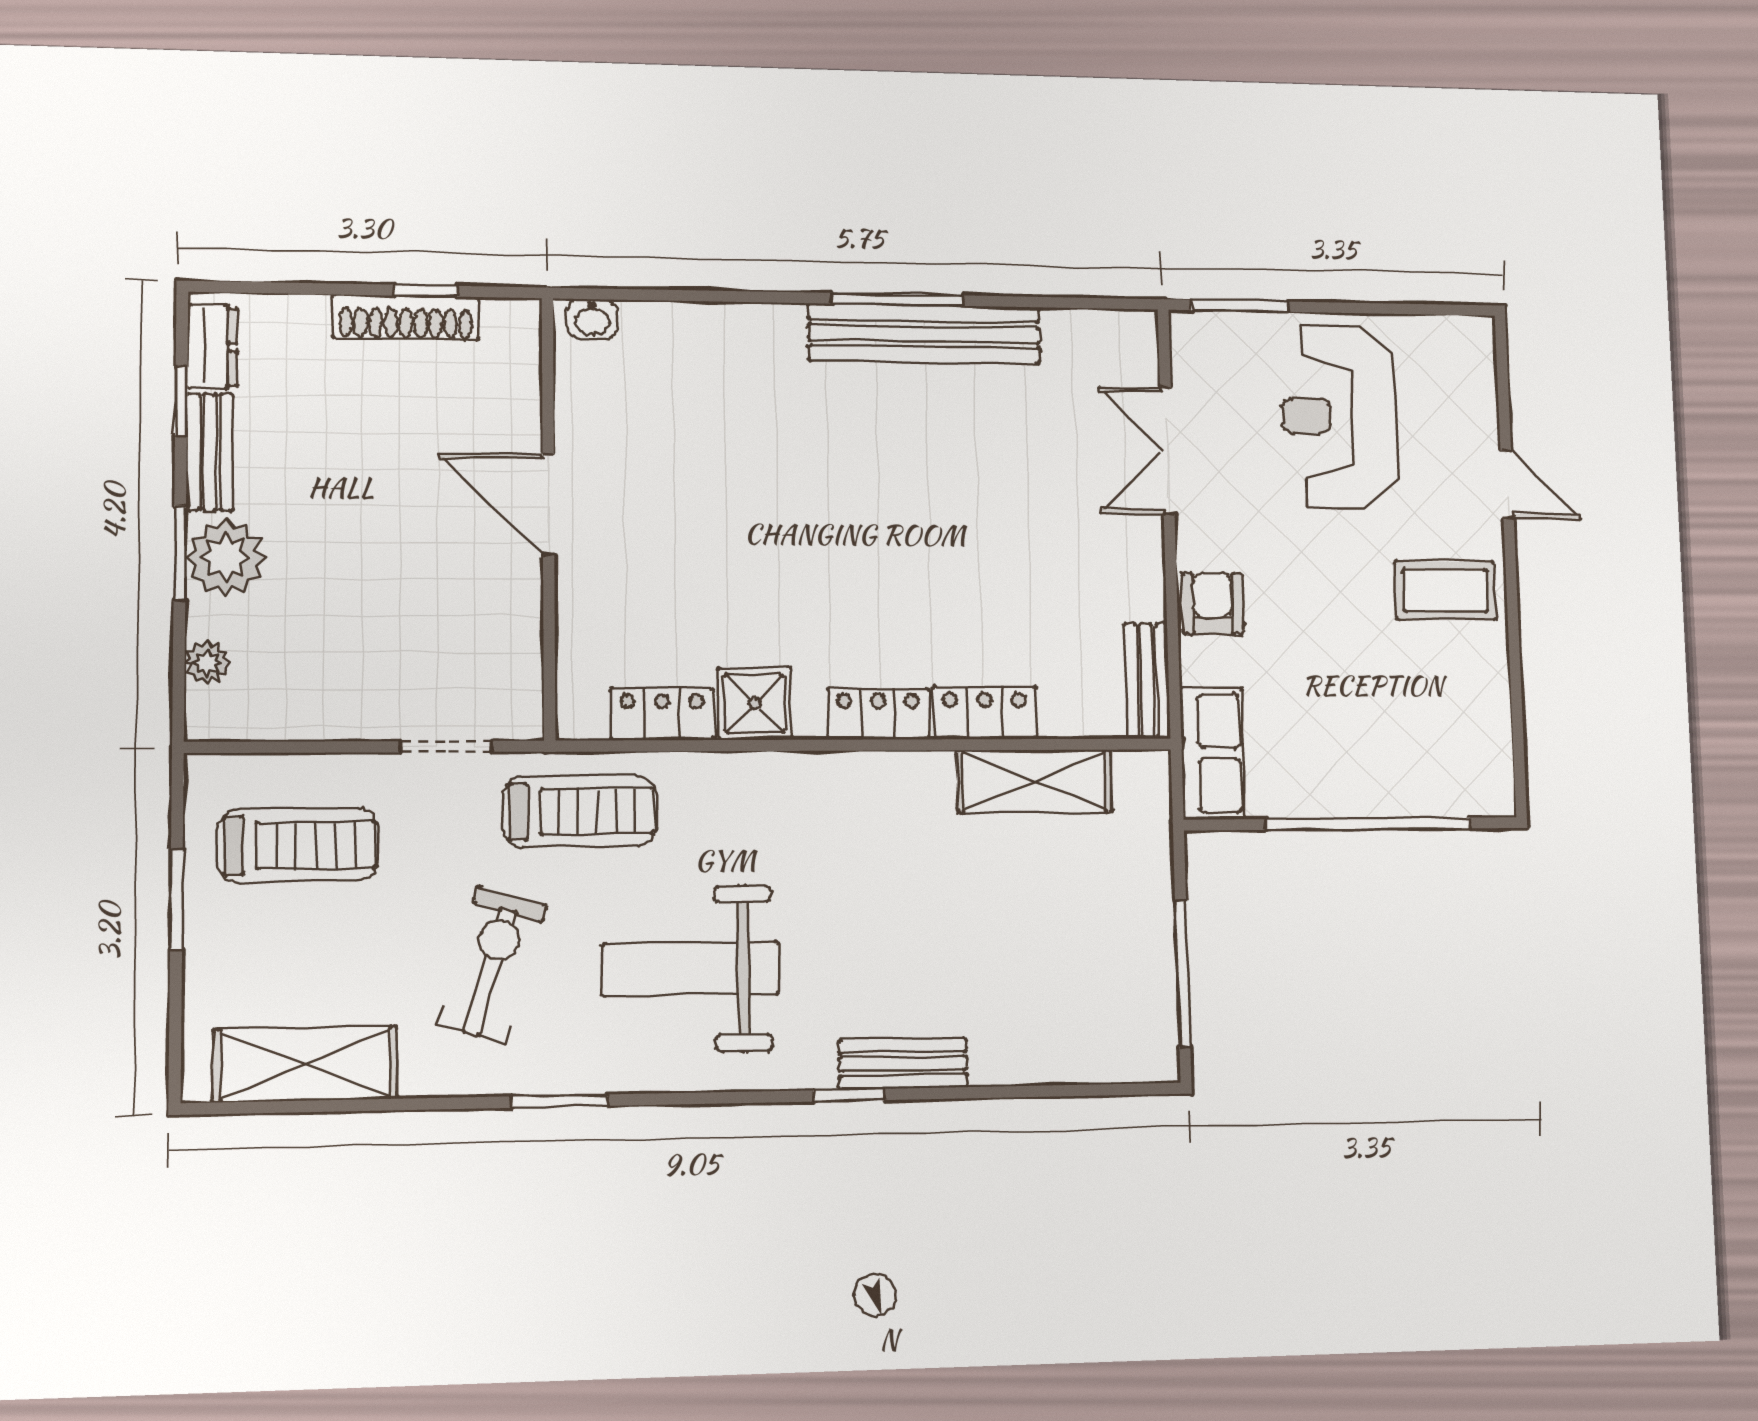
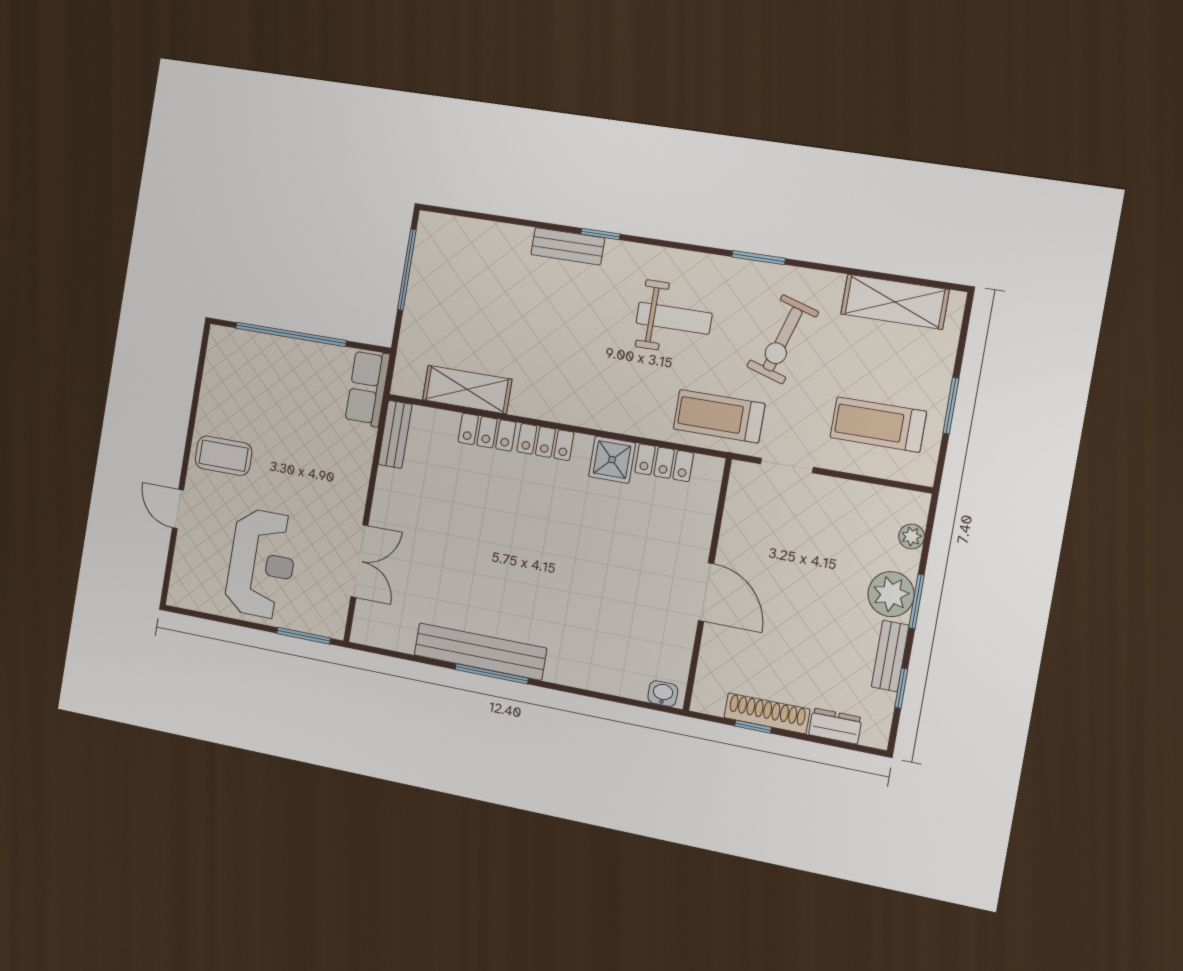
dresser: (212, 347) -> (835, 726), moved, turned 90
armchair: (1213, 604) -> (351, 471), removed
weight bench: (690, 969) -> (674, 318), width x0.73, depth x0.75

